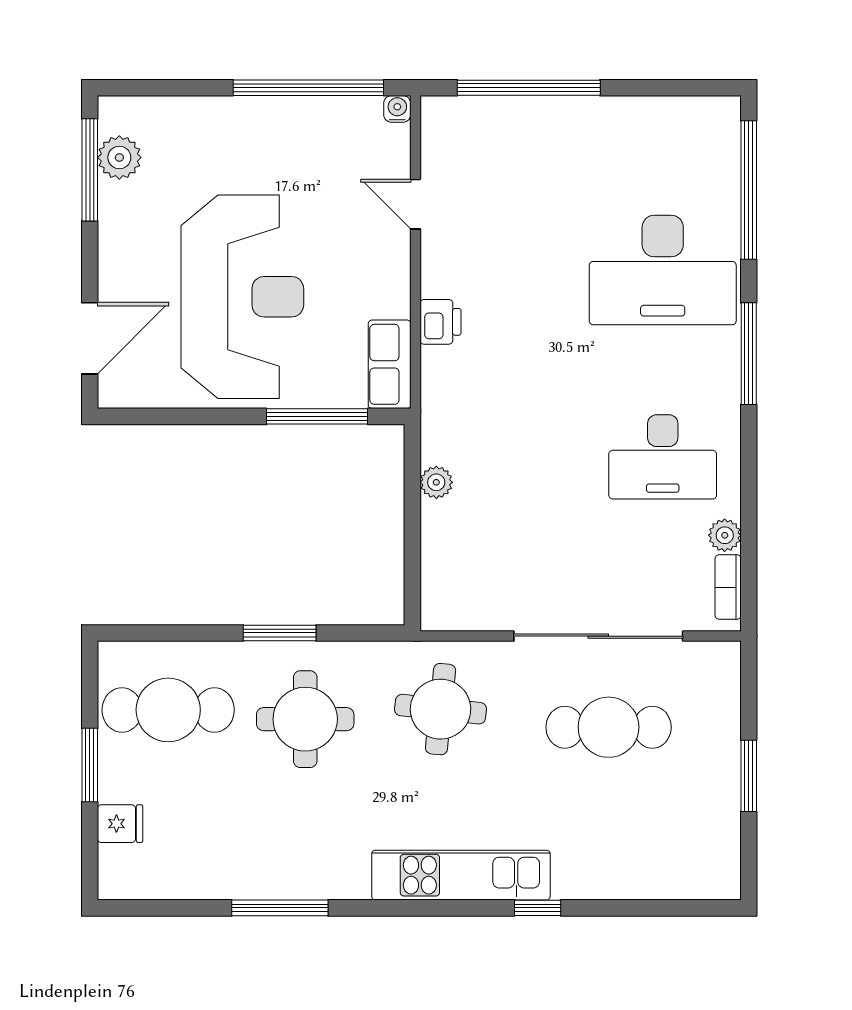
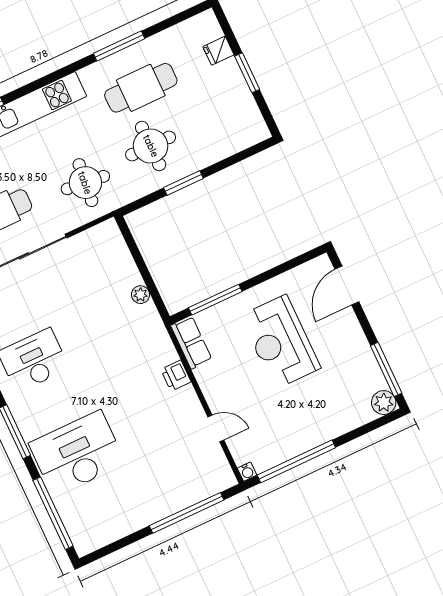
plant: (119, 157) -> (384, 403), moved
reception desk: (242, 297) -> (280, 342), width x0.74, depth x0.77
cafe table: (168, 710) -> (141, 88), moved

